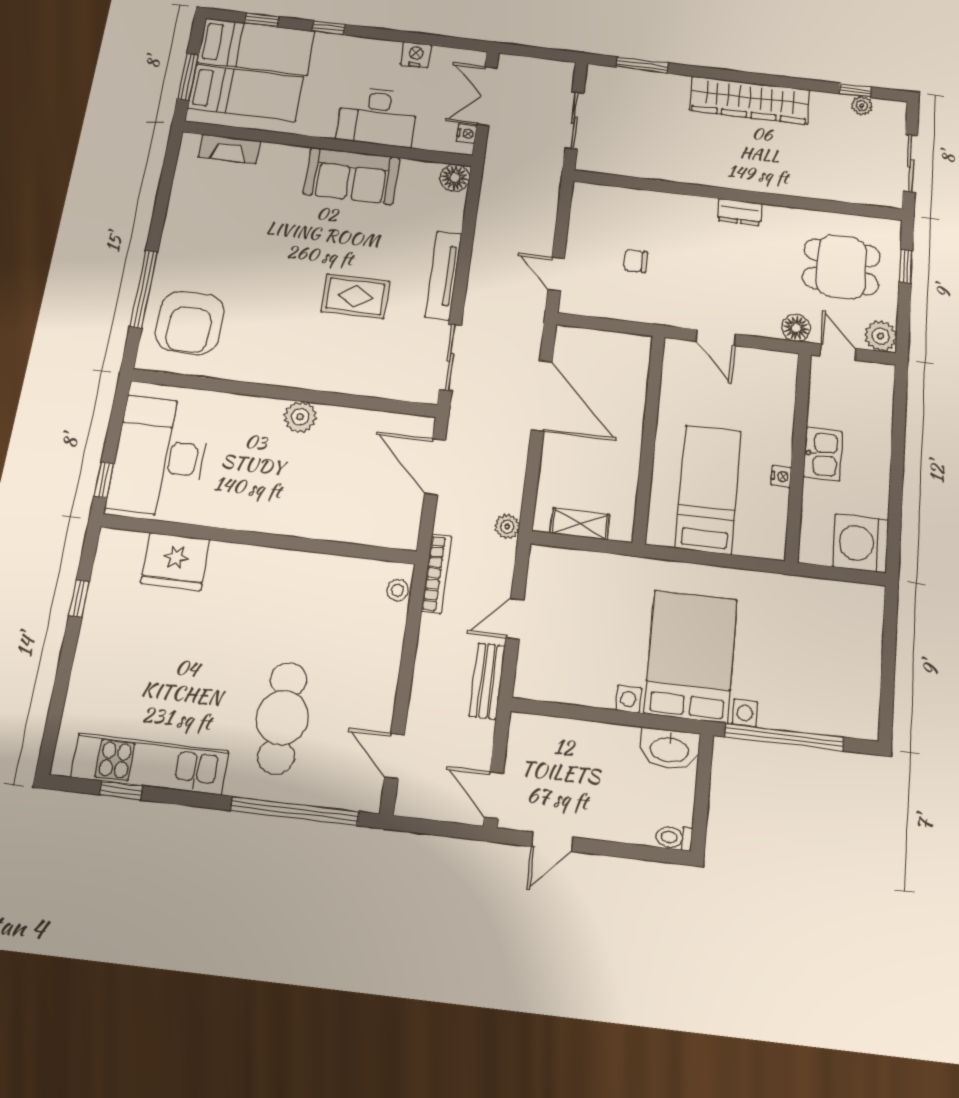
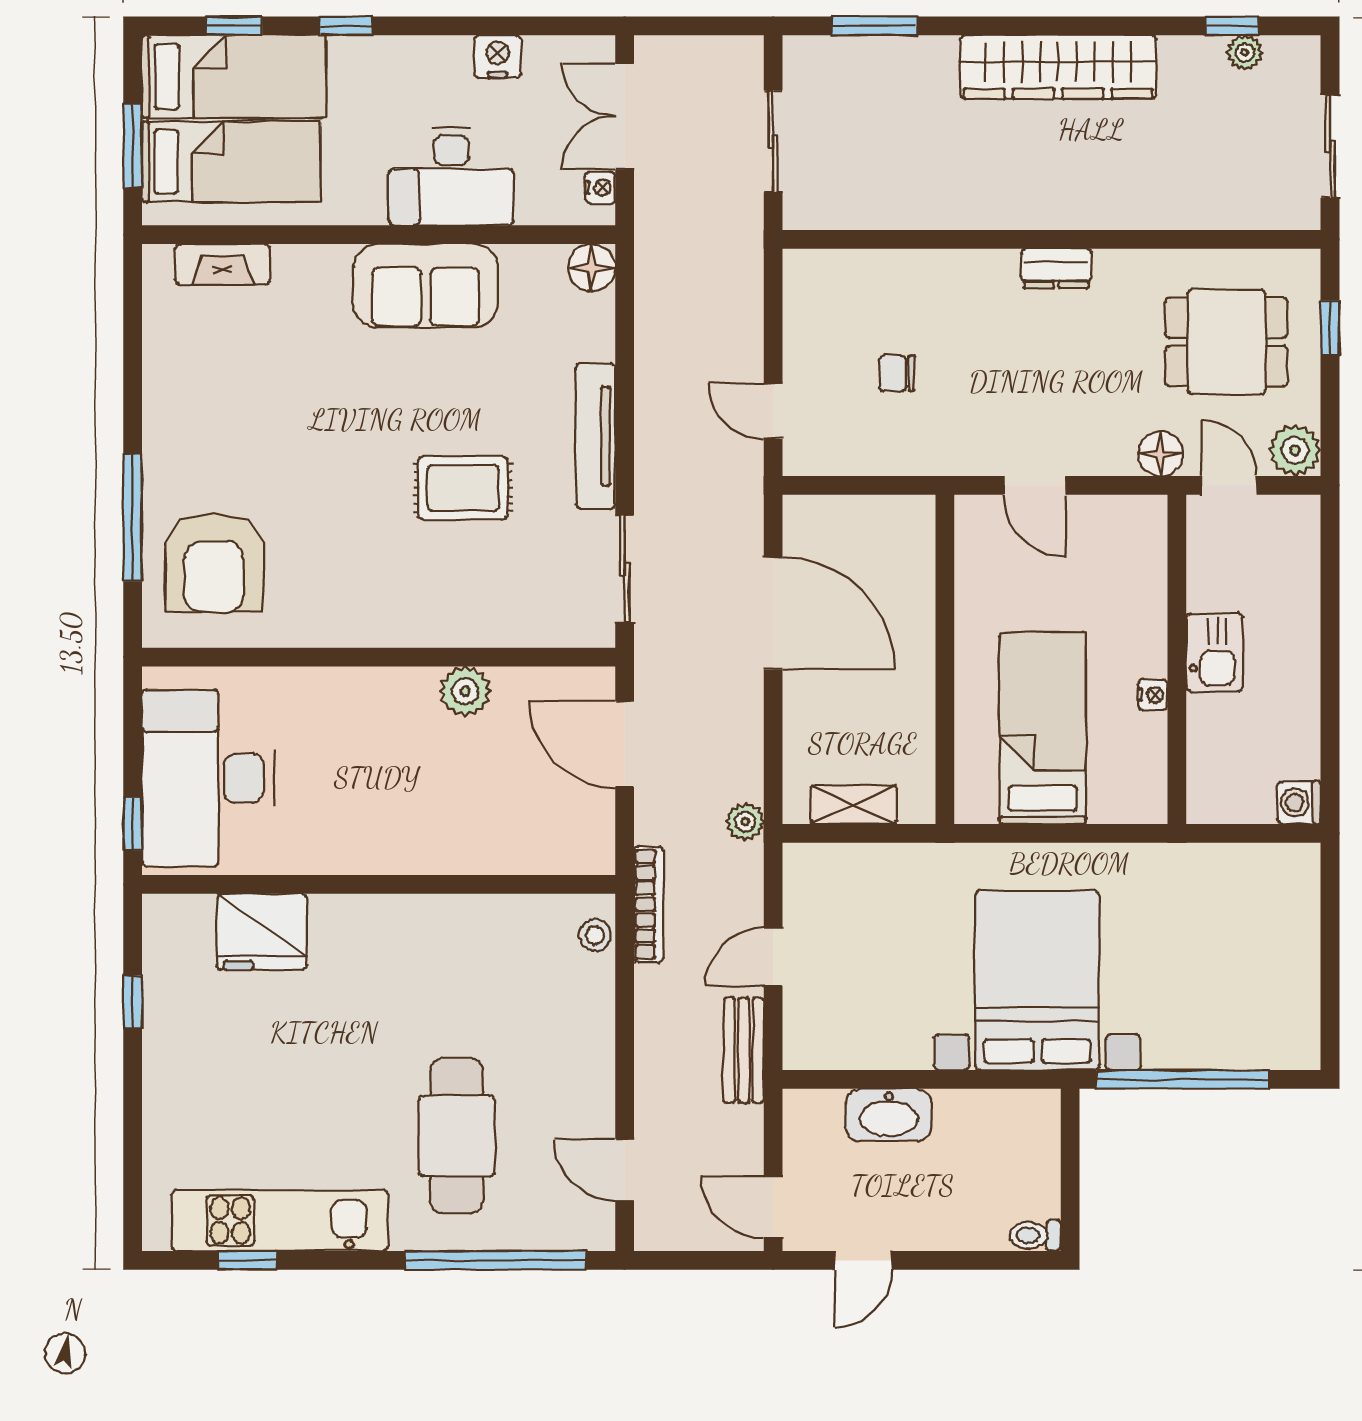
plant: (300, 417) -> (465, 691), moved
washing machine: (861, 543) -> (1299, 803), width x0.53, depth x0.53
washbasin: (669, 749) -> (889, 1115), moved

